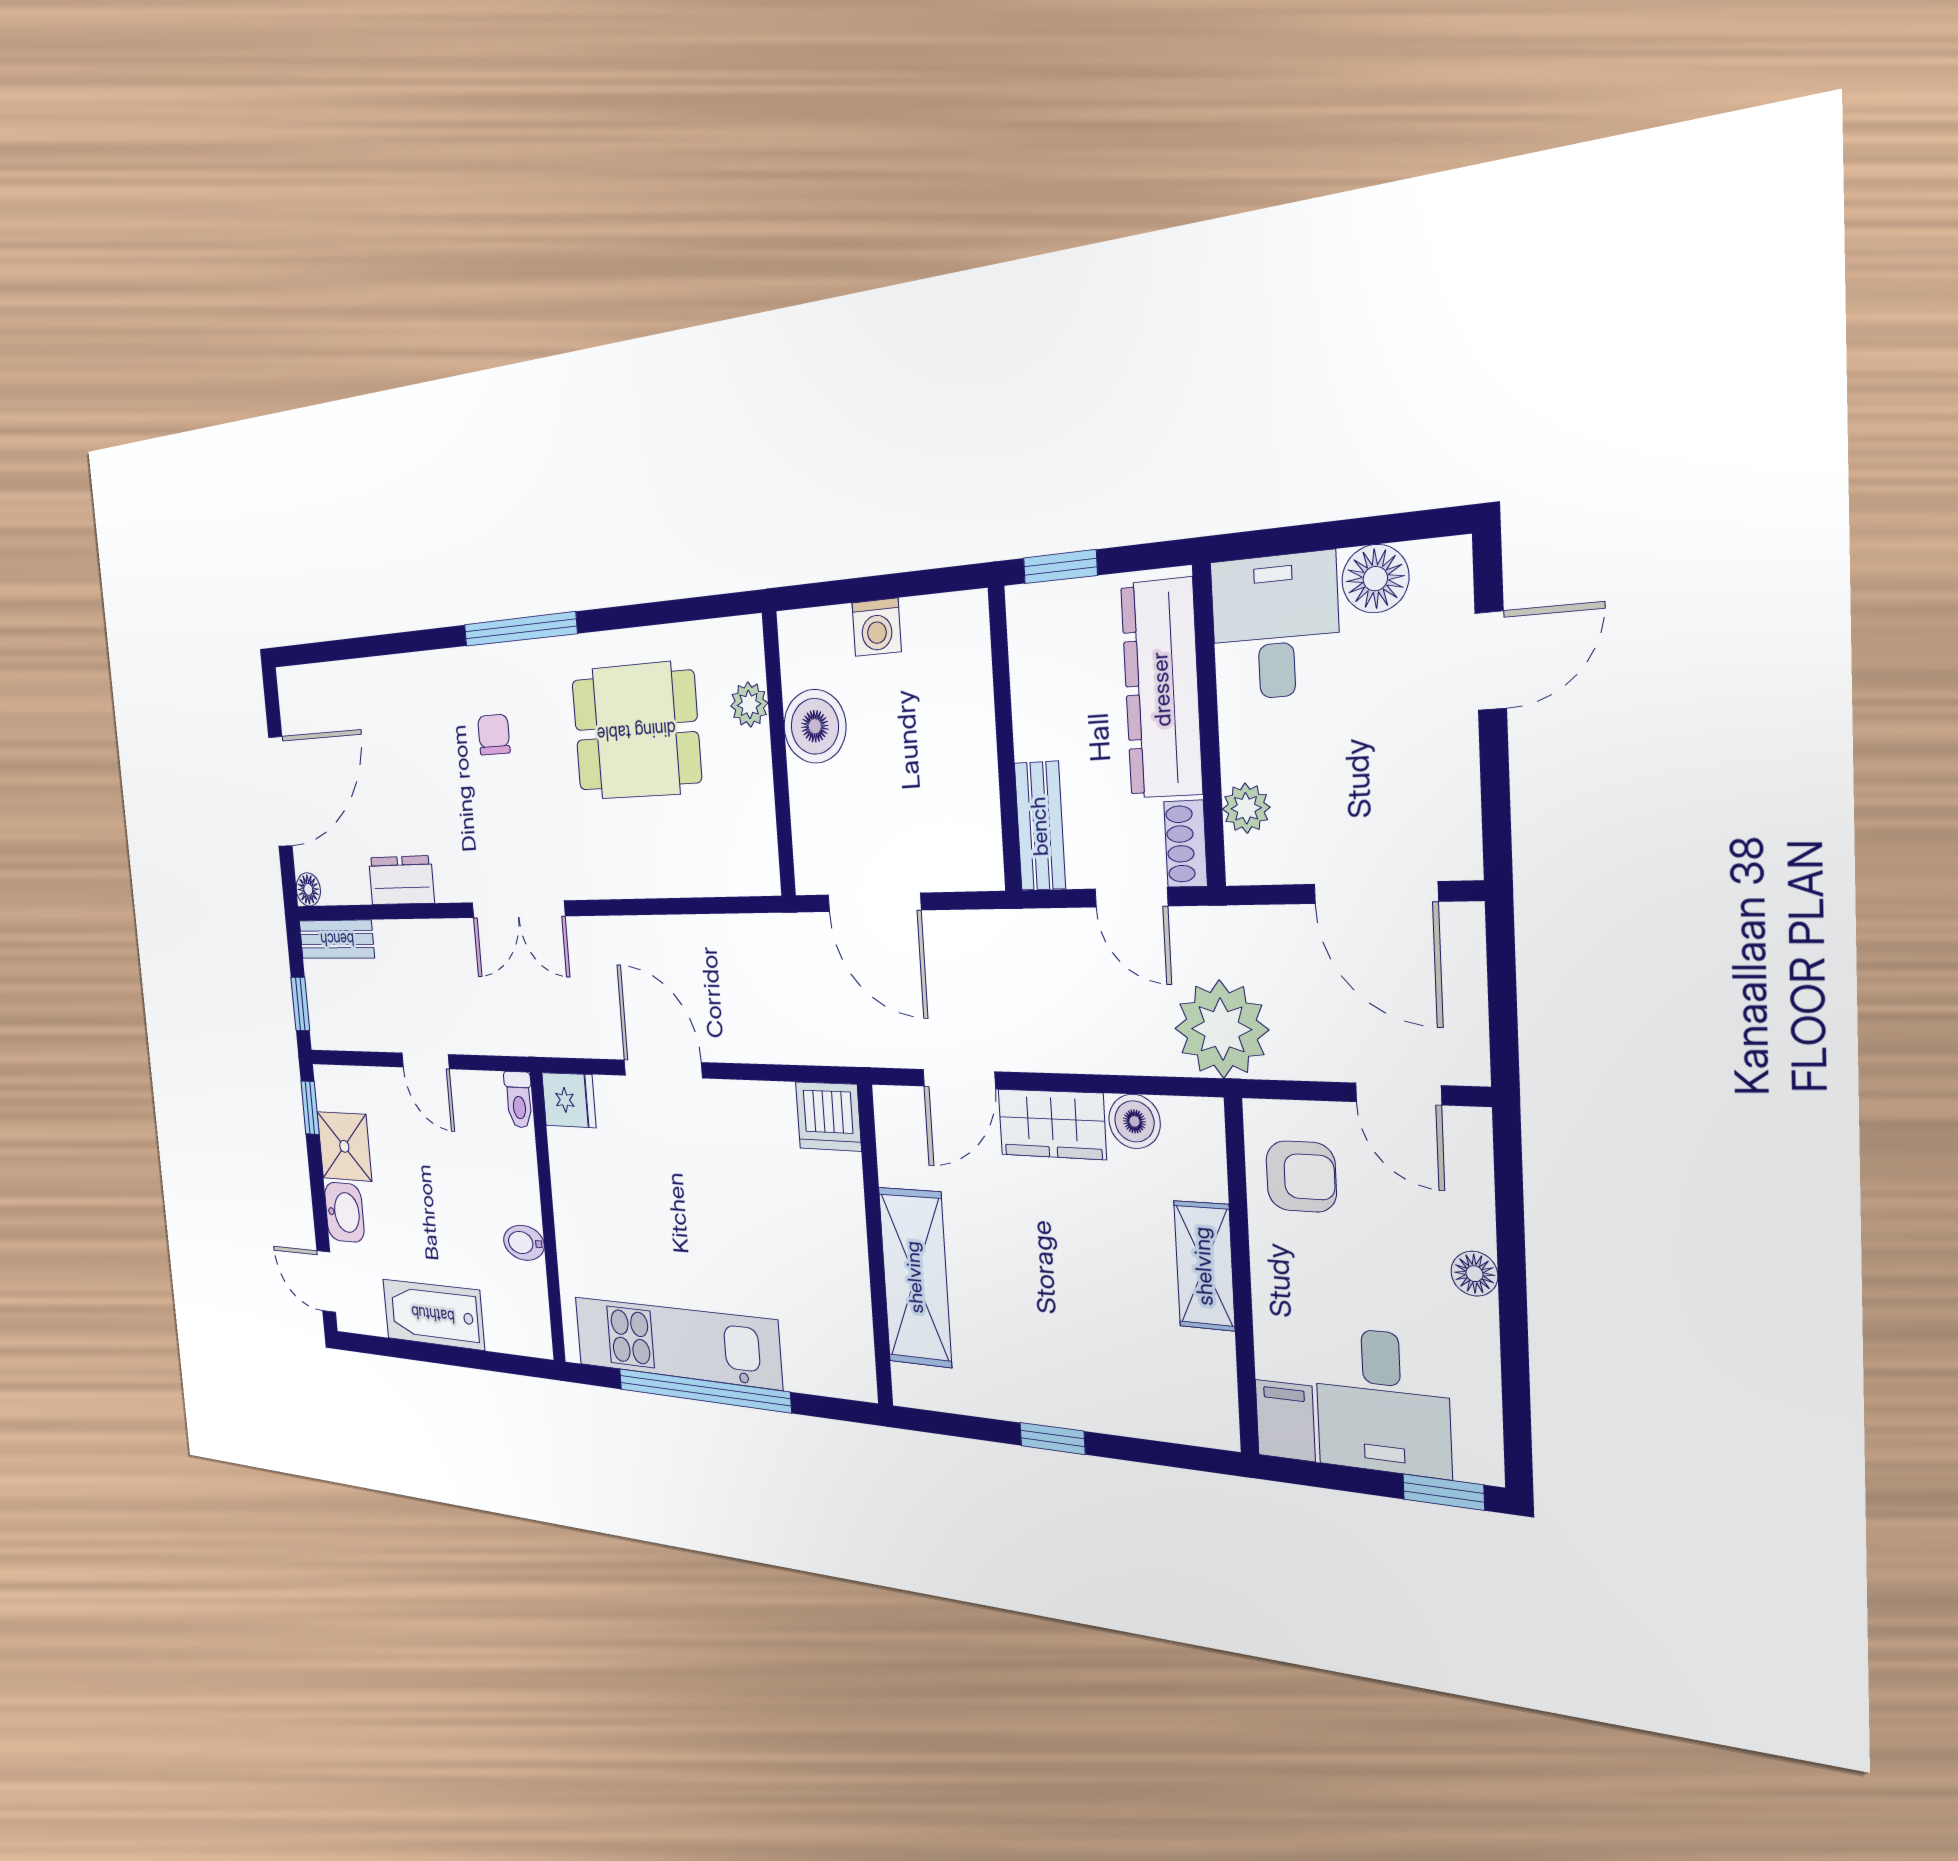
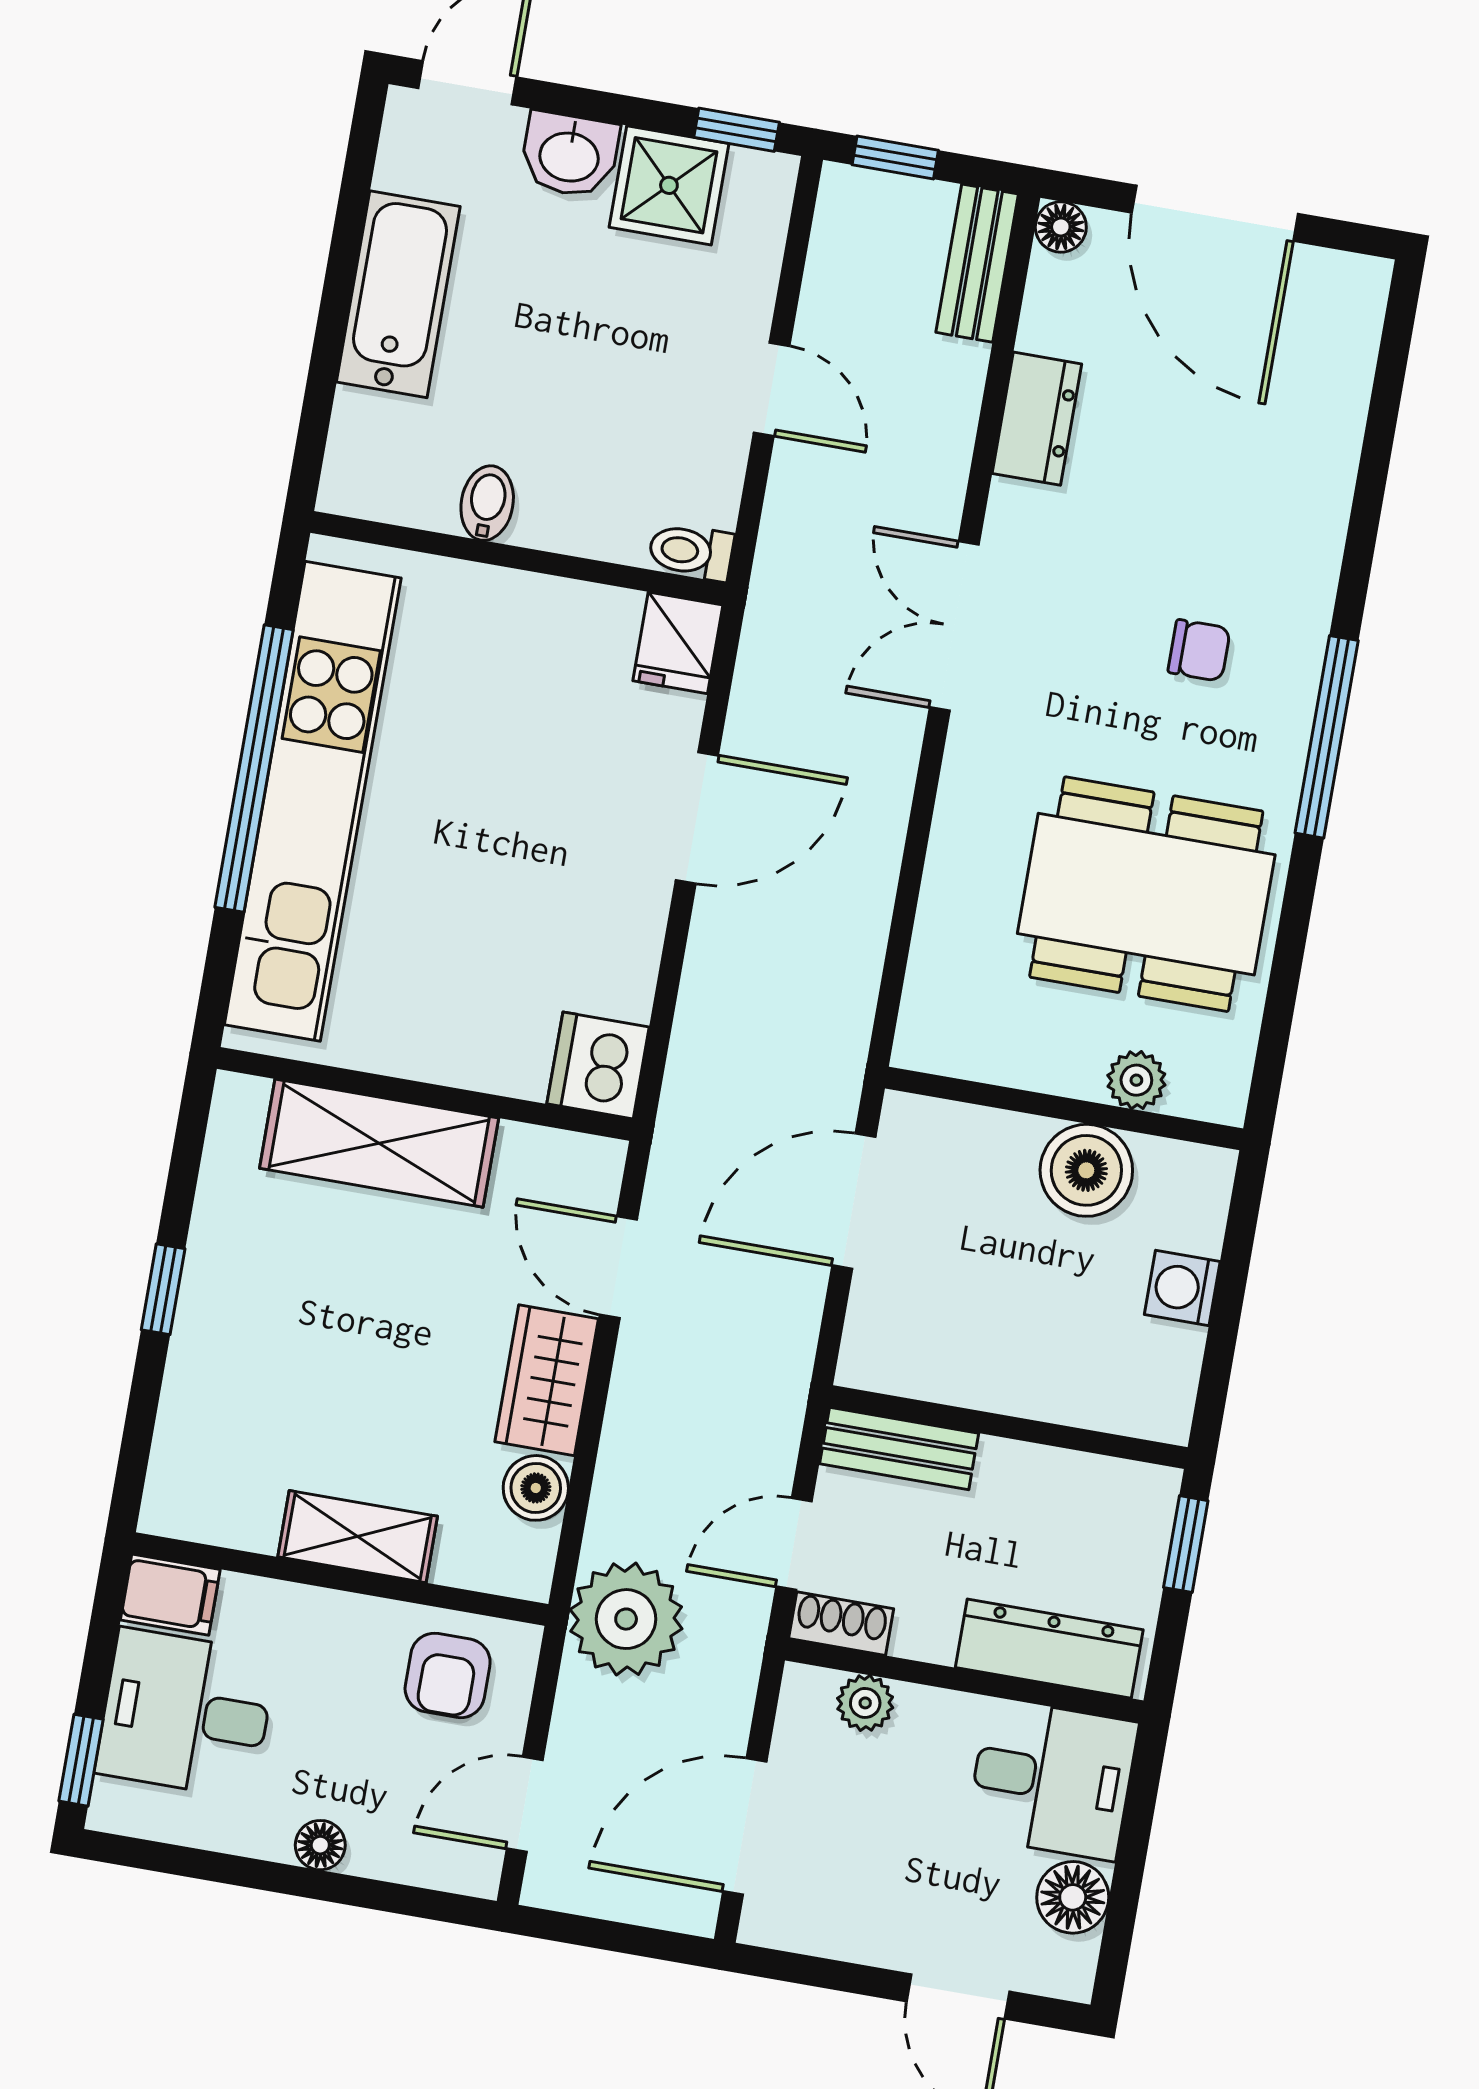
dresser: (1162, 689) -> (1049, 1649), width x0.73, depth x0.80
dining table: (636, 731) -> (1146, 894), width x1.37
door: (426, 1061) -> (772, 389), swing flipped
kitchen unit: (676, 1342) -> (313, 801), width x1.36

